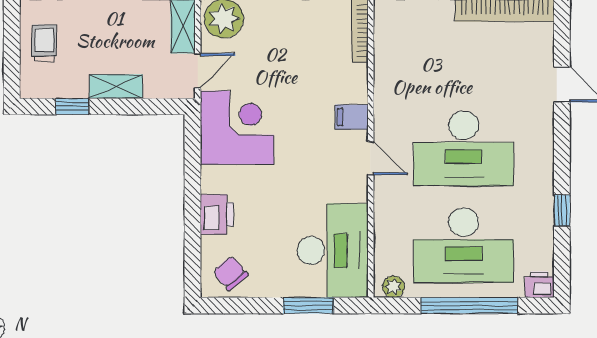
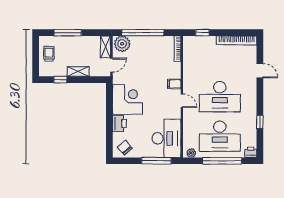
corner desk: (237, 128) -> (128, 100), moved
window: (308, 306) -> (156, 161), width x1.44

